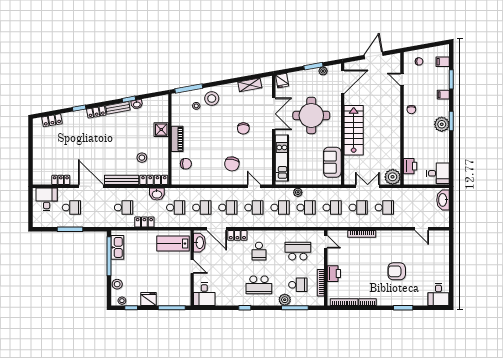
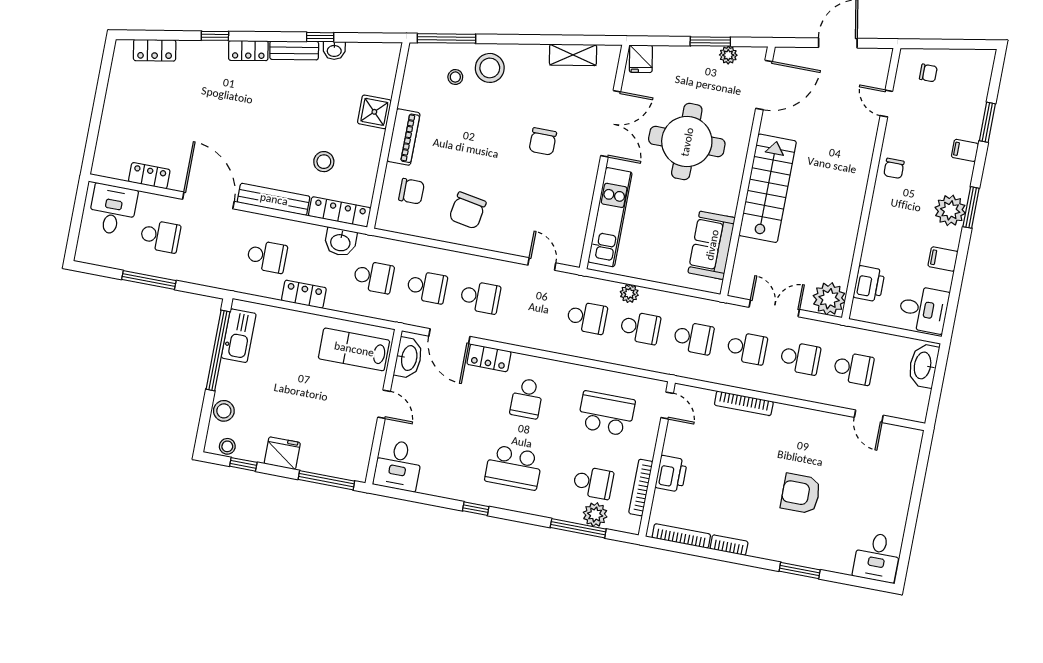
filing cabinet: (443, 62) -> (943, 259), moved
chair: (232, 164) -> (468, 210), moved
school desk: (254, 207) -> (854, 368), moved
plant: (285, 300) -> (595, 515), moved

